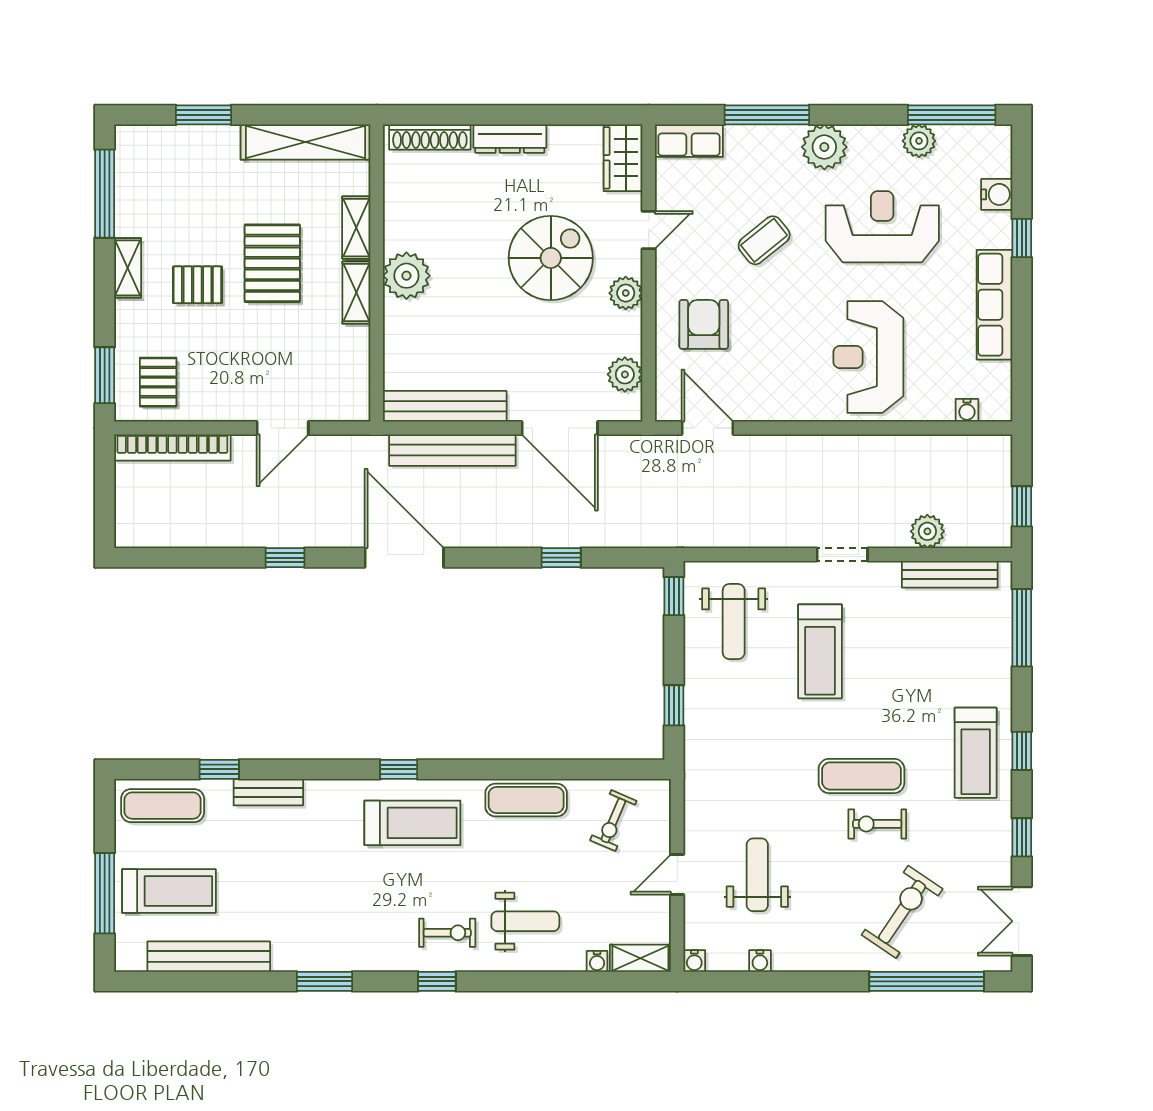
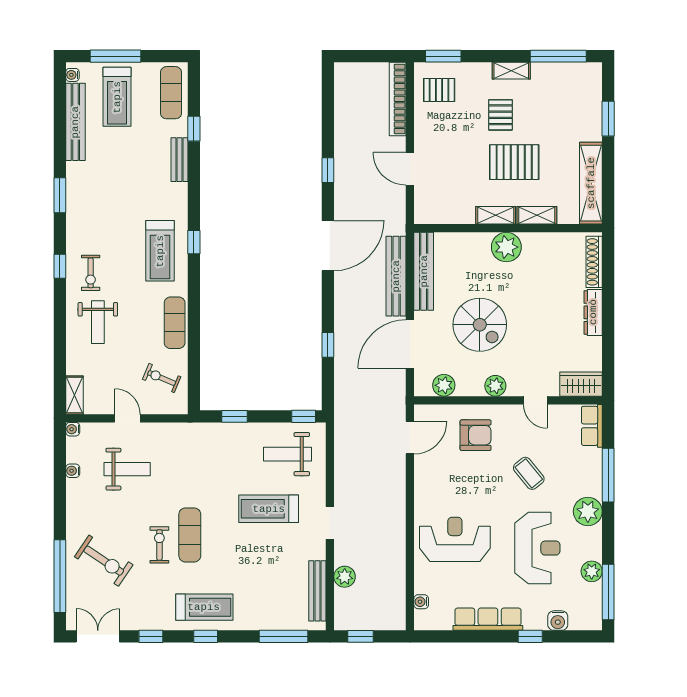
spiral stairs: (551, 258) -> (480, 325), moved
treadmill: (976, 753) -> (204, 607), turned 180
water cooler: (597, 961) -> (72, 75), moved

